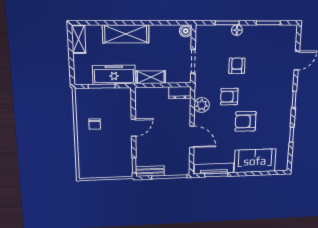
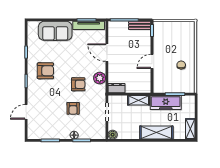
armchair: (246, 121) -> (45, 71), moved

